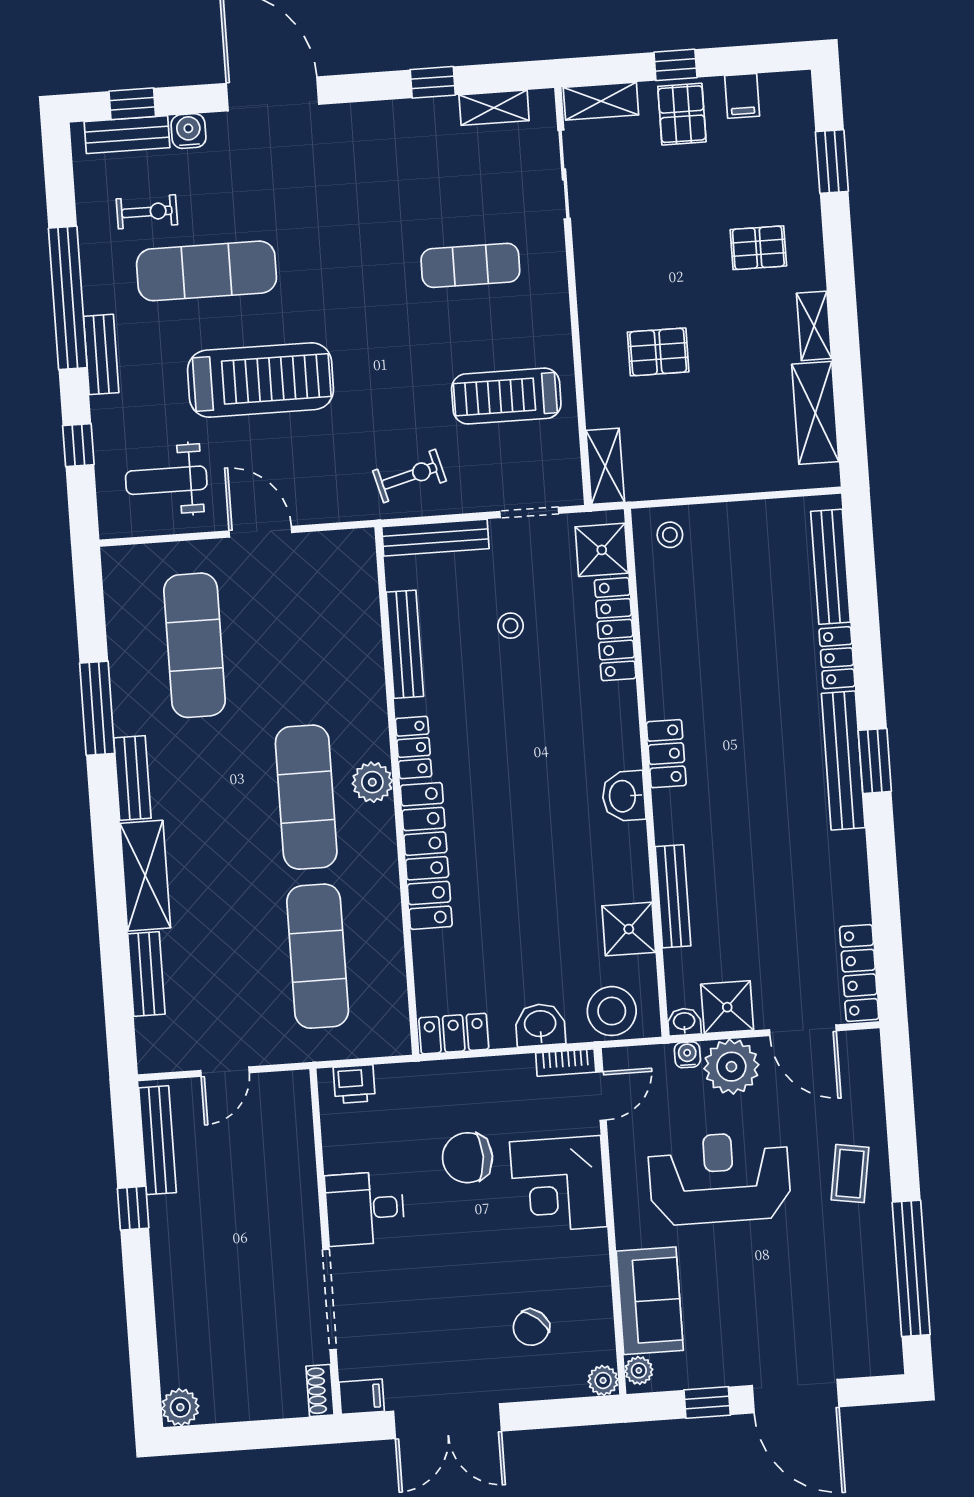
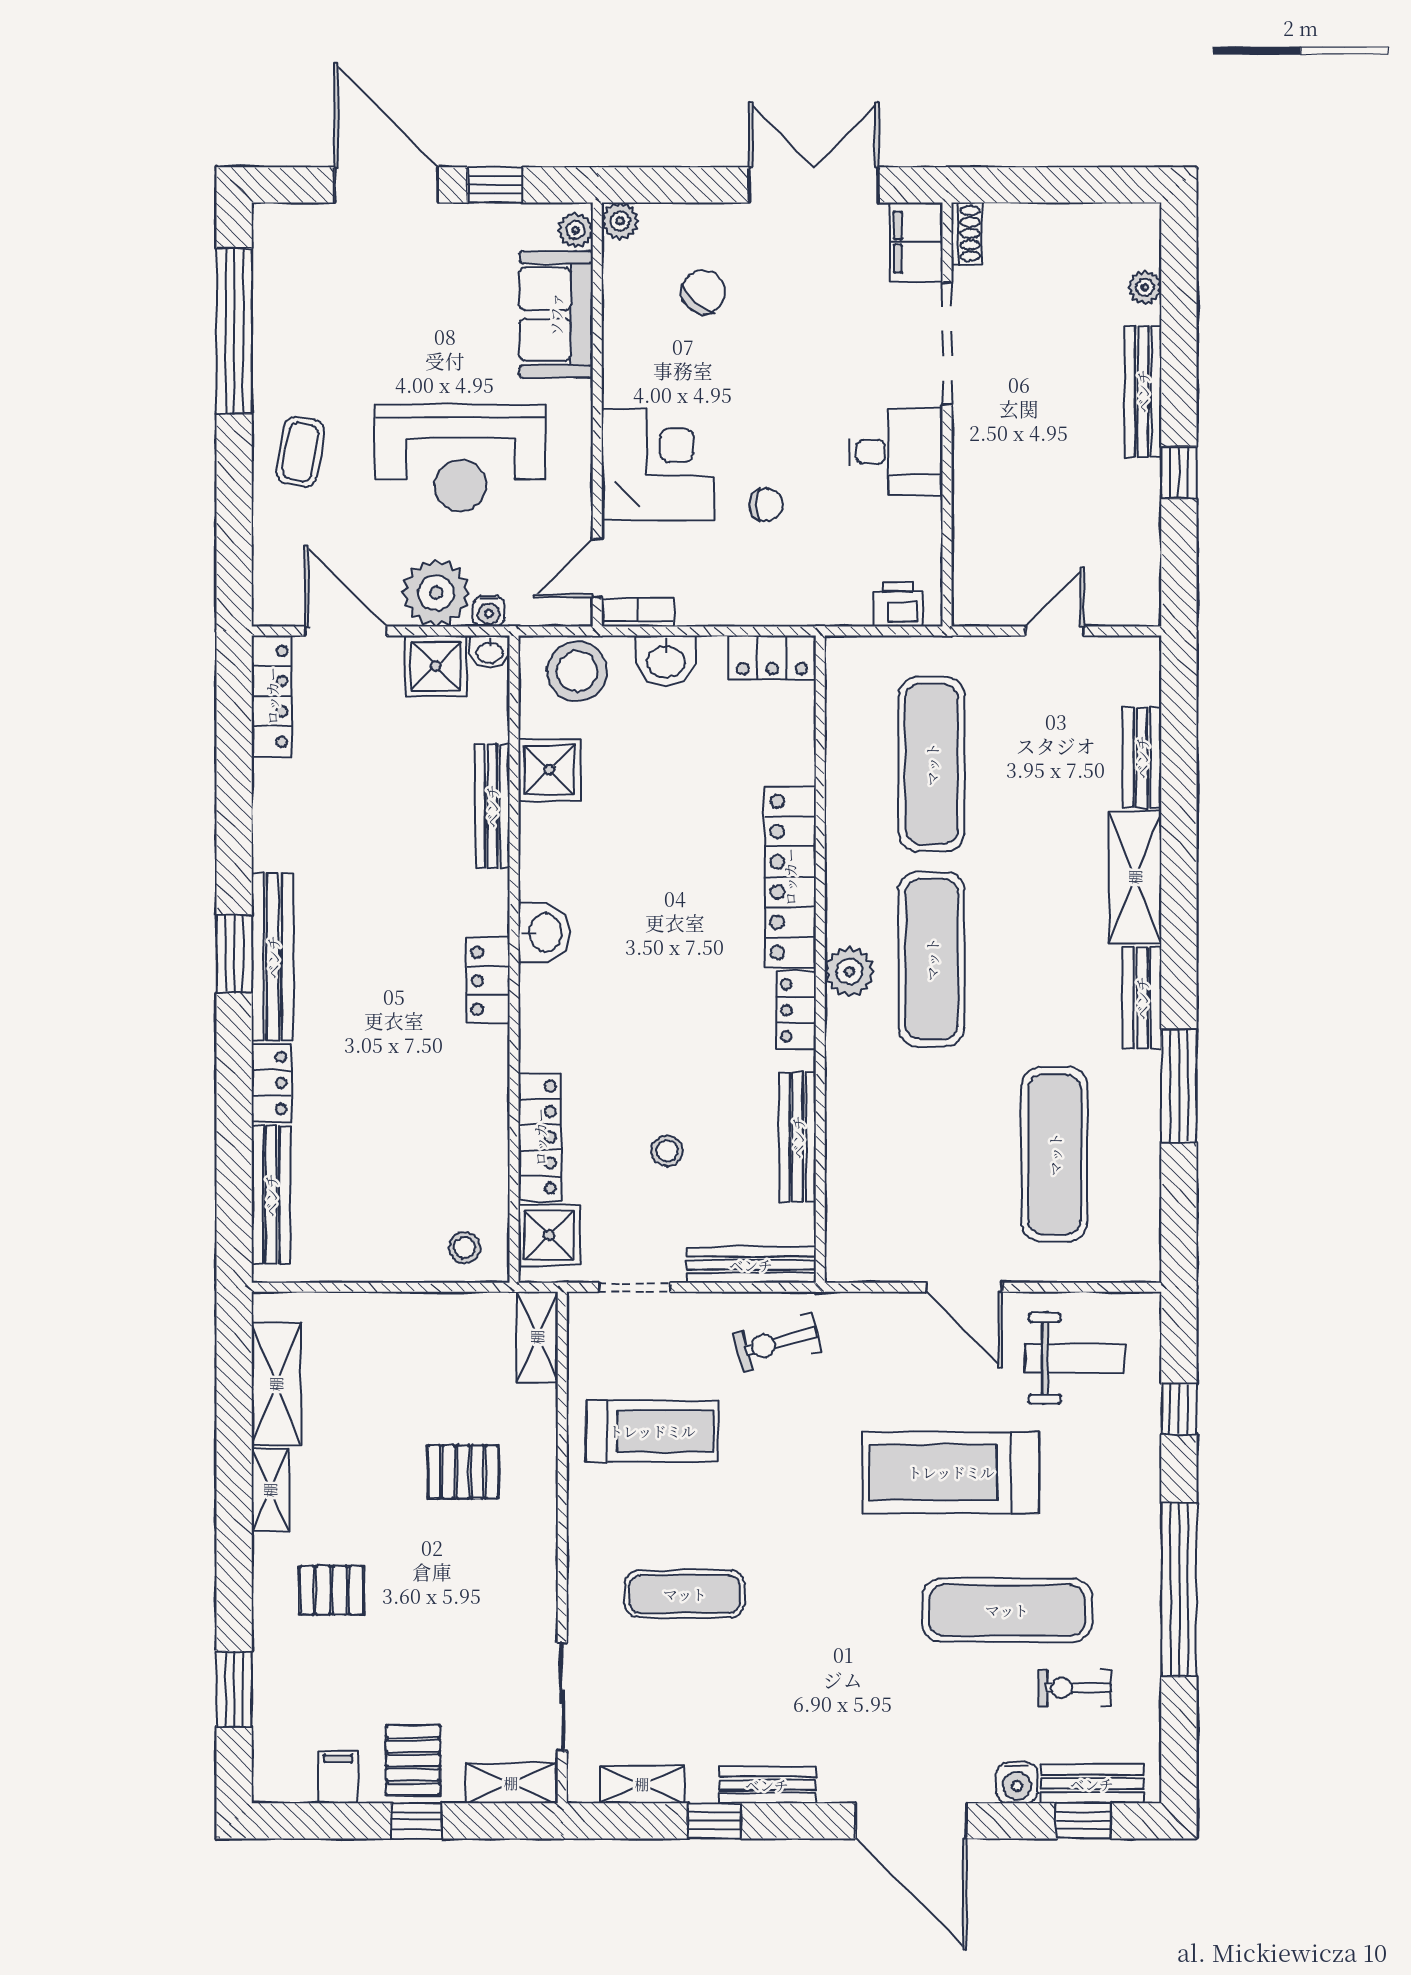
bench: (101, 354) -> (767, 1785), moved, turned 90
bench: (157, 1140) -> (1143, 391), moved
chair: (467, 1158) -> (766, 505), width x0.54, depth x0.54
filing cabinet: (362, 1397) -> (916, 242), width x2.00
plant: (180, 1407) -> (1145, 287), moved, width x0.73, depth x0.73

